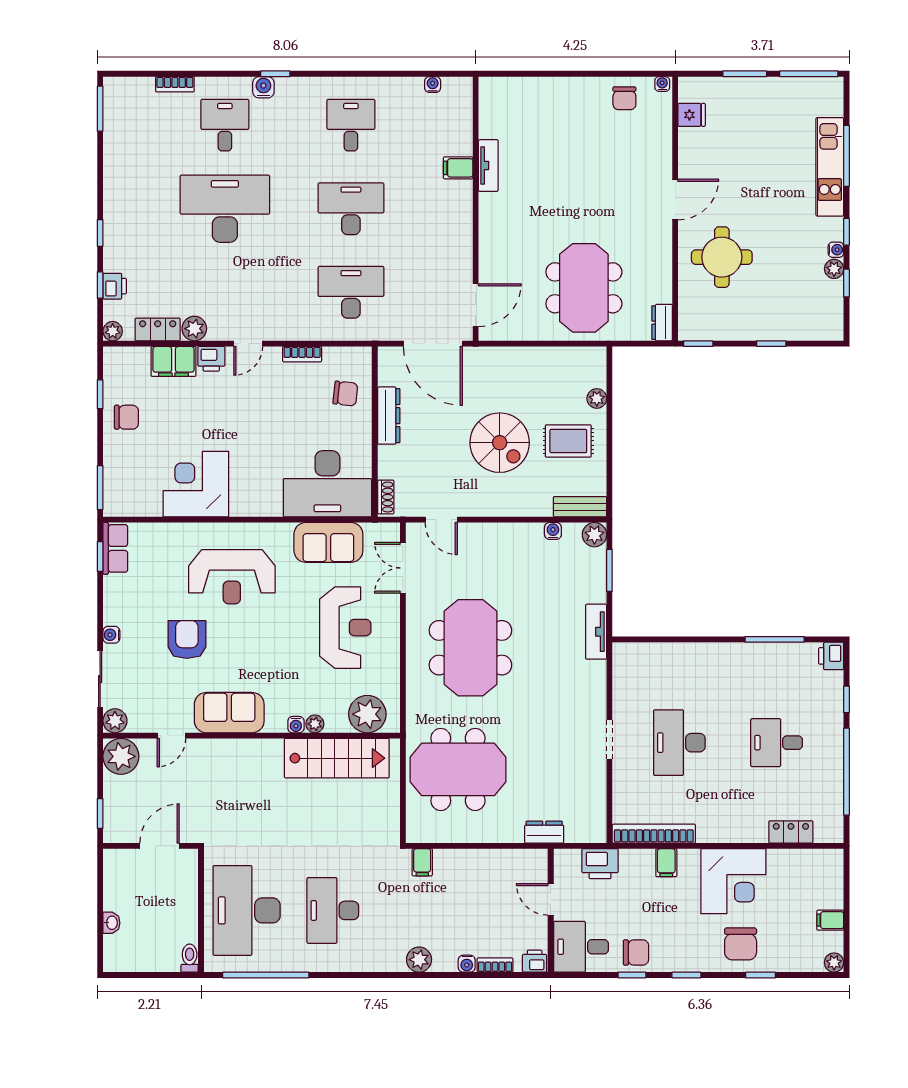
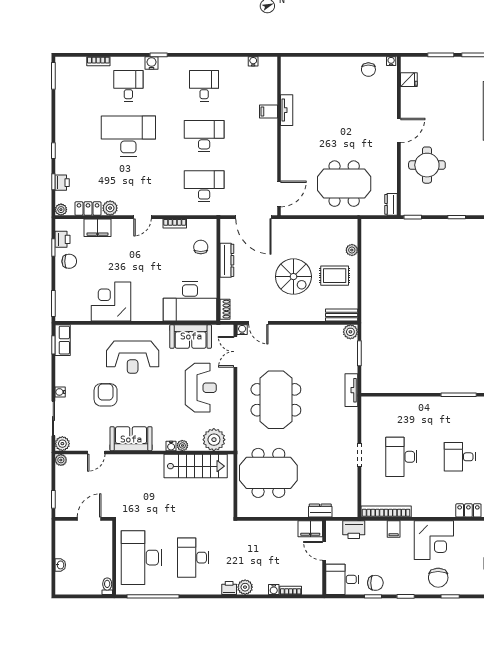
meeting table: (584, 288) -> (344, 184), turned 90
printer: (211, 359) -> (63, 239), moved, turned -90
chair: (345, 394) -> (201, 247), turned -96
water cooler: (553, 531) -> (242, 330), moved
plant: (121, 756) -> (61, 460), width x0.53, depth x0.53
filing cabinet: (422, 862) -> (310, 529), moved, width x2.00
printer: (535, 961) -> (229, 588), moved

